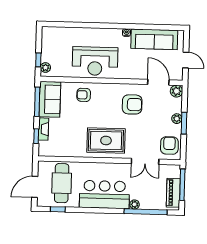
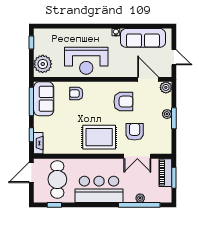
window: (38, 60) -> (31, 43), moved
plant: (45, 67) -> (43, 64), width x1.88, depth x1.88
fireplace: (44, 129) -> (38, 143), moved
armchair: (169, 145) -> (135, 132), moved
window: (182, 185) -> (174, 178), width x0.69
door: (35, 187) -> (31, 172), moved
piano: (173, 193) -> (165, 173), moved
plant: (135, 204) -> (140, 198), moved

